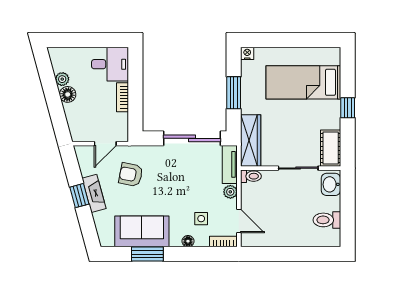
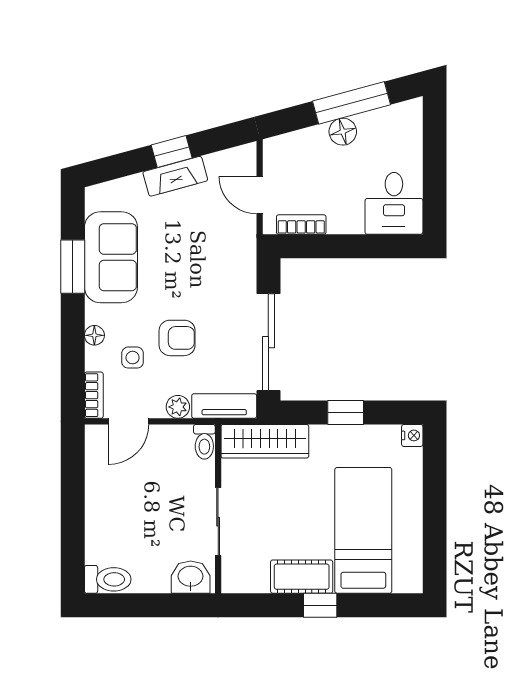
plant: (62, 79) -> (369, 122), removed
window: (51, 89) -> (352, 103), added
window: (234, 93) -> (346, 412), width x0.67
bookcase: (123, 97) -> (301, 225), moved
cot: (331, 148) -> (302, 577), moved
armchair: (131, 175) -> (177, 338), moved, turned 79
toilet: (327, 220) -> (108, 579), moved, turned 90

